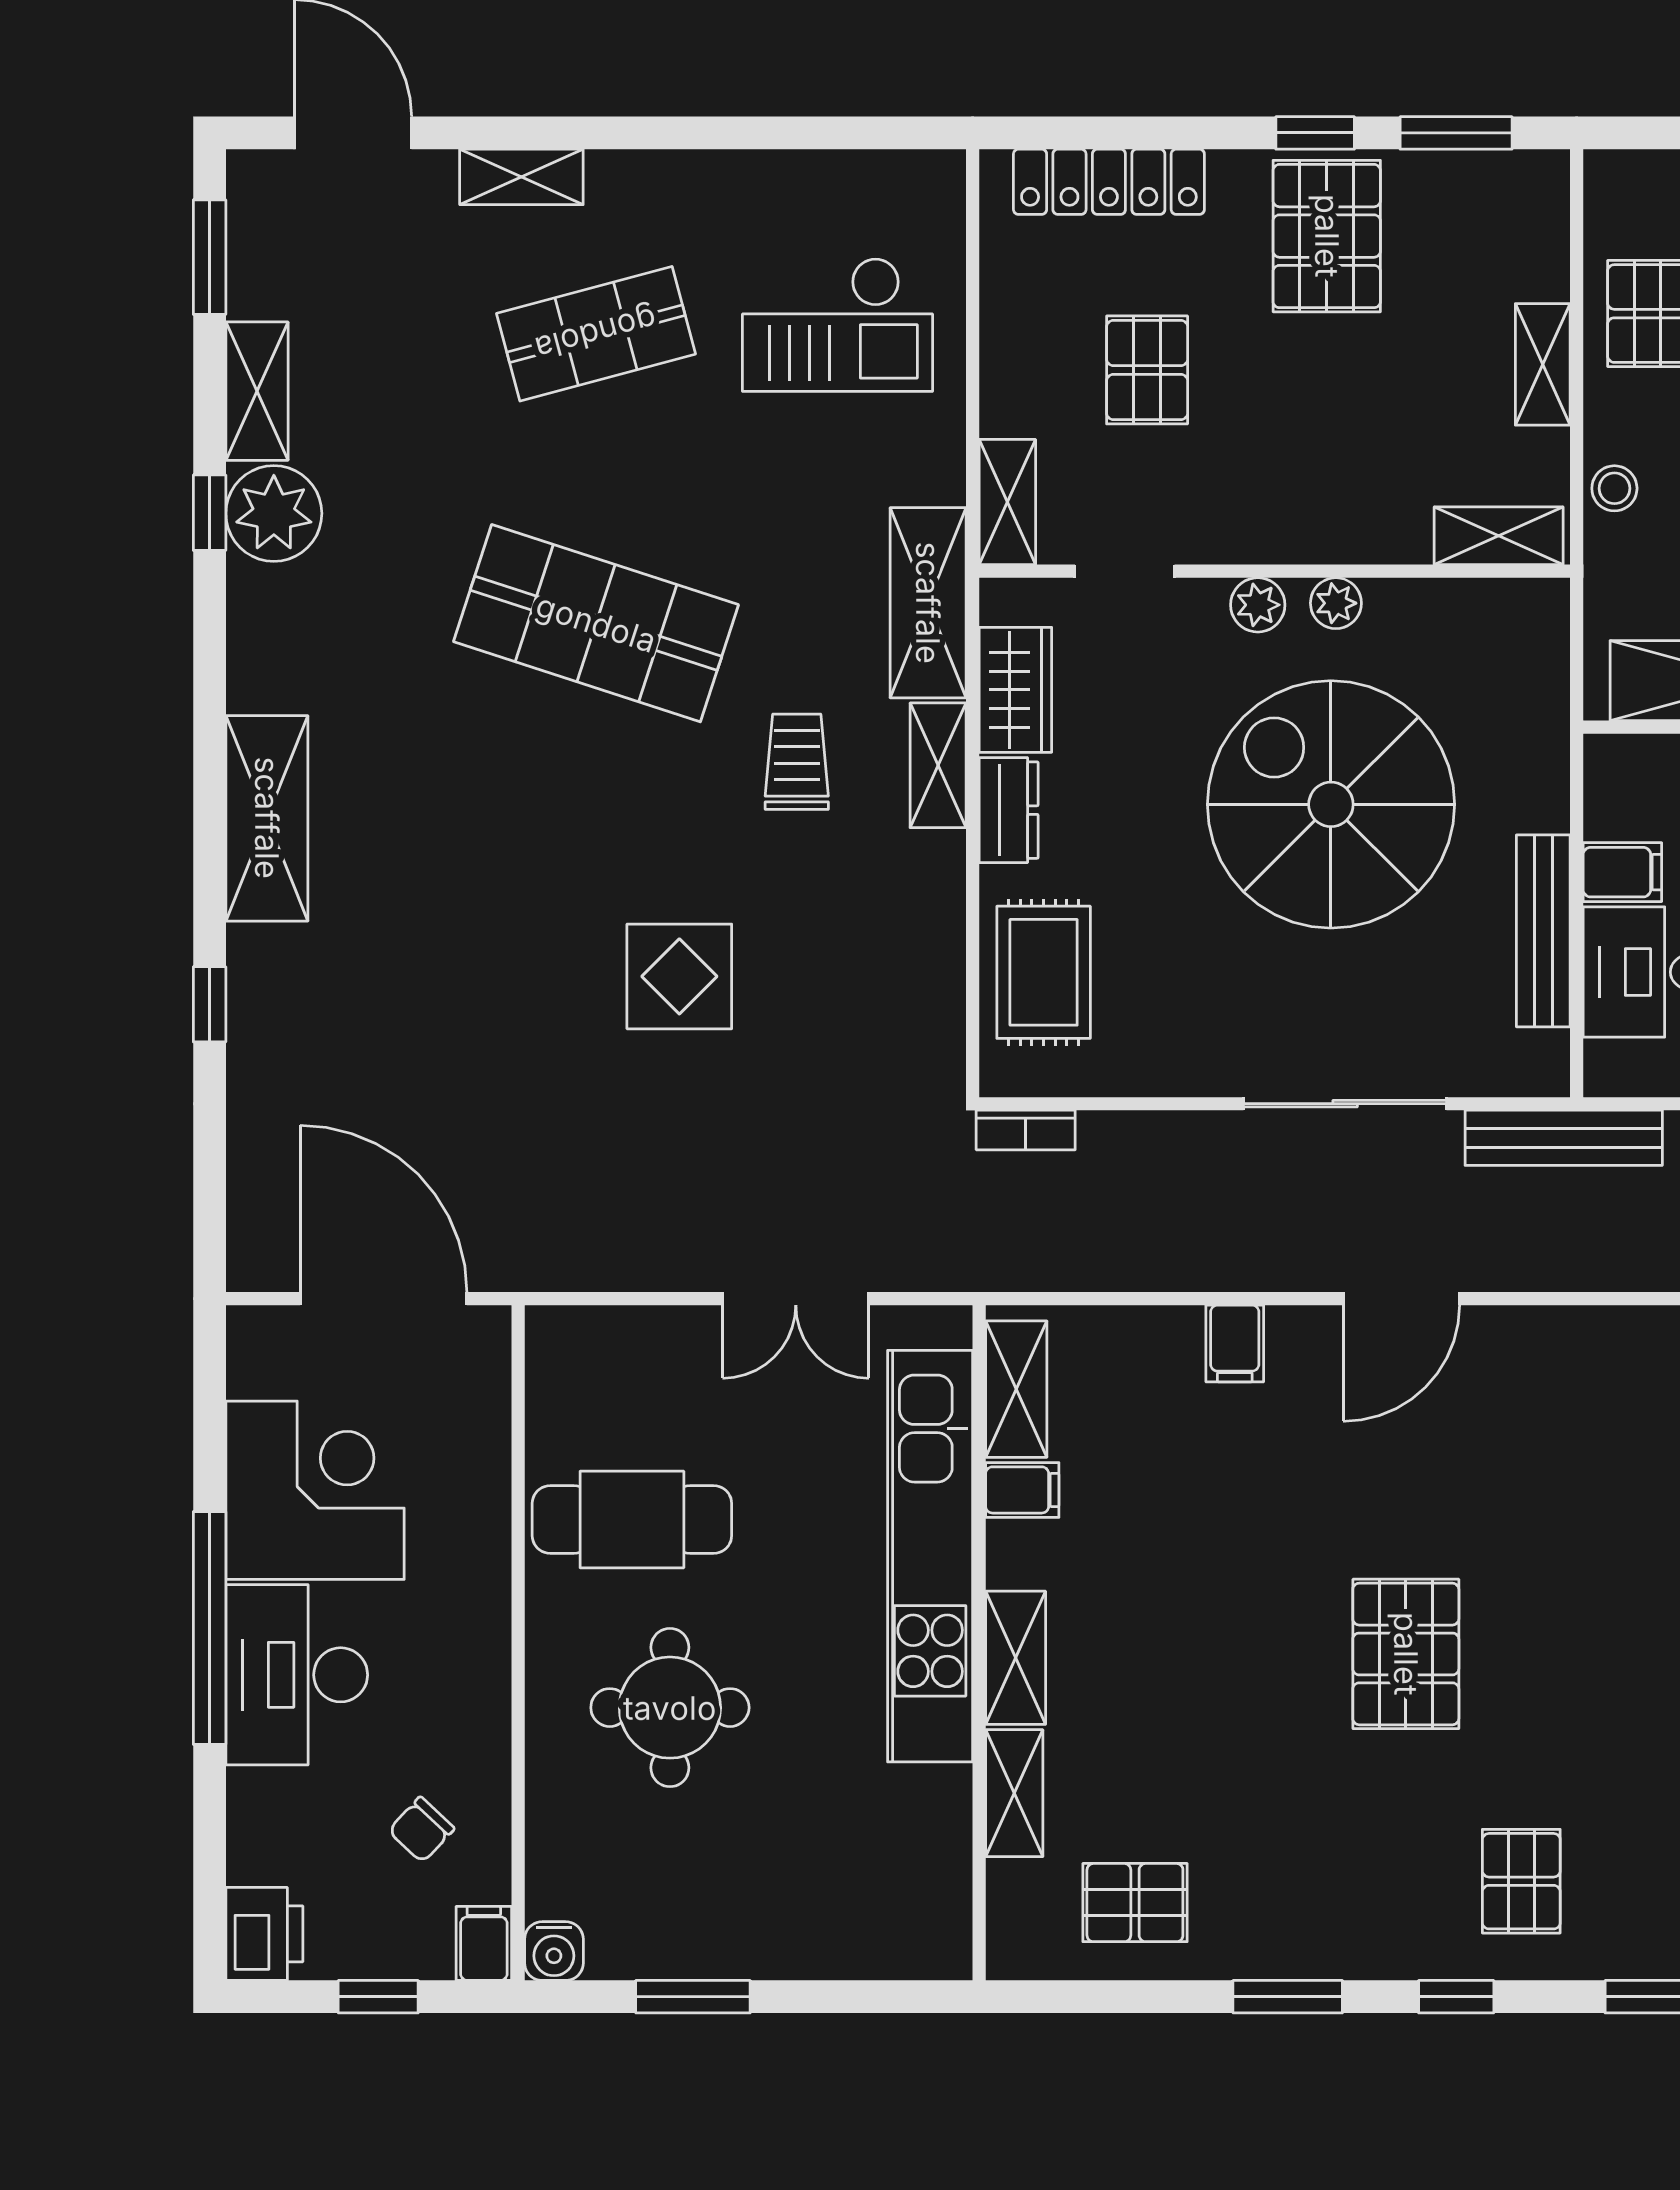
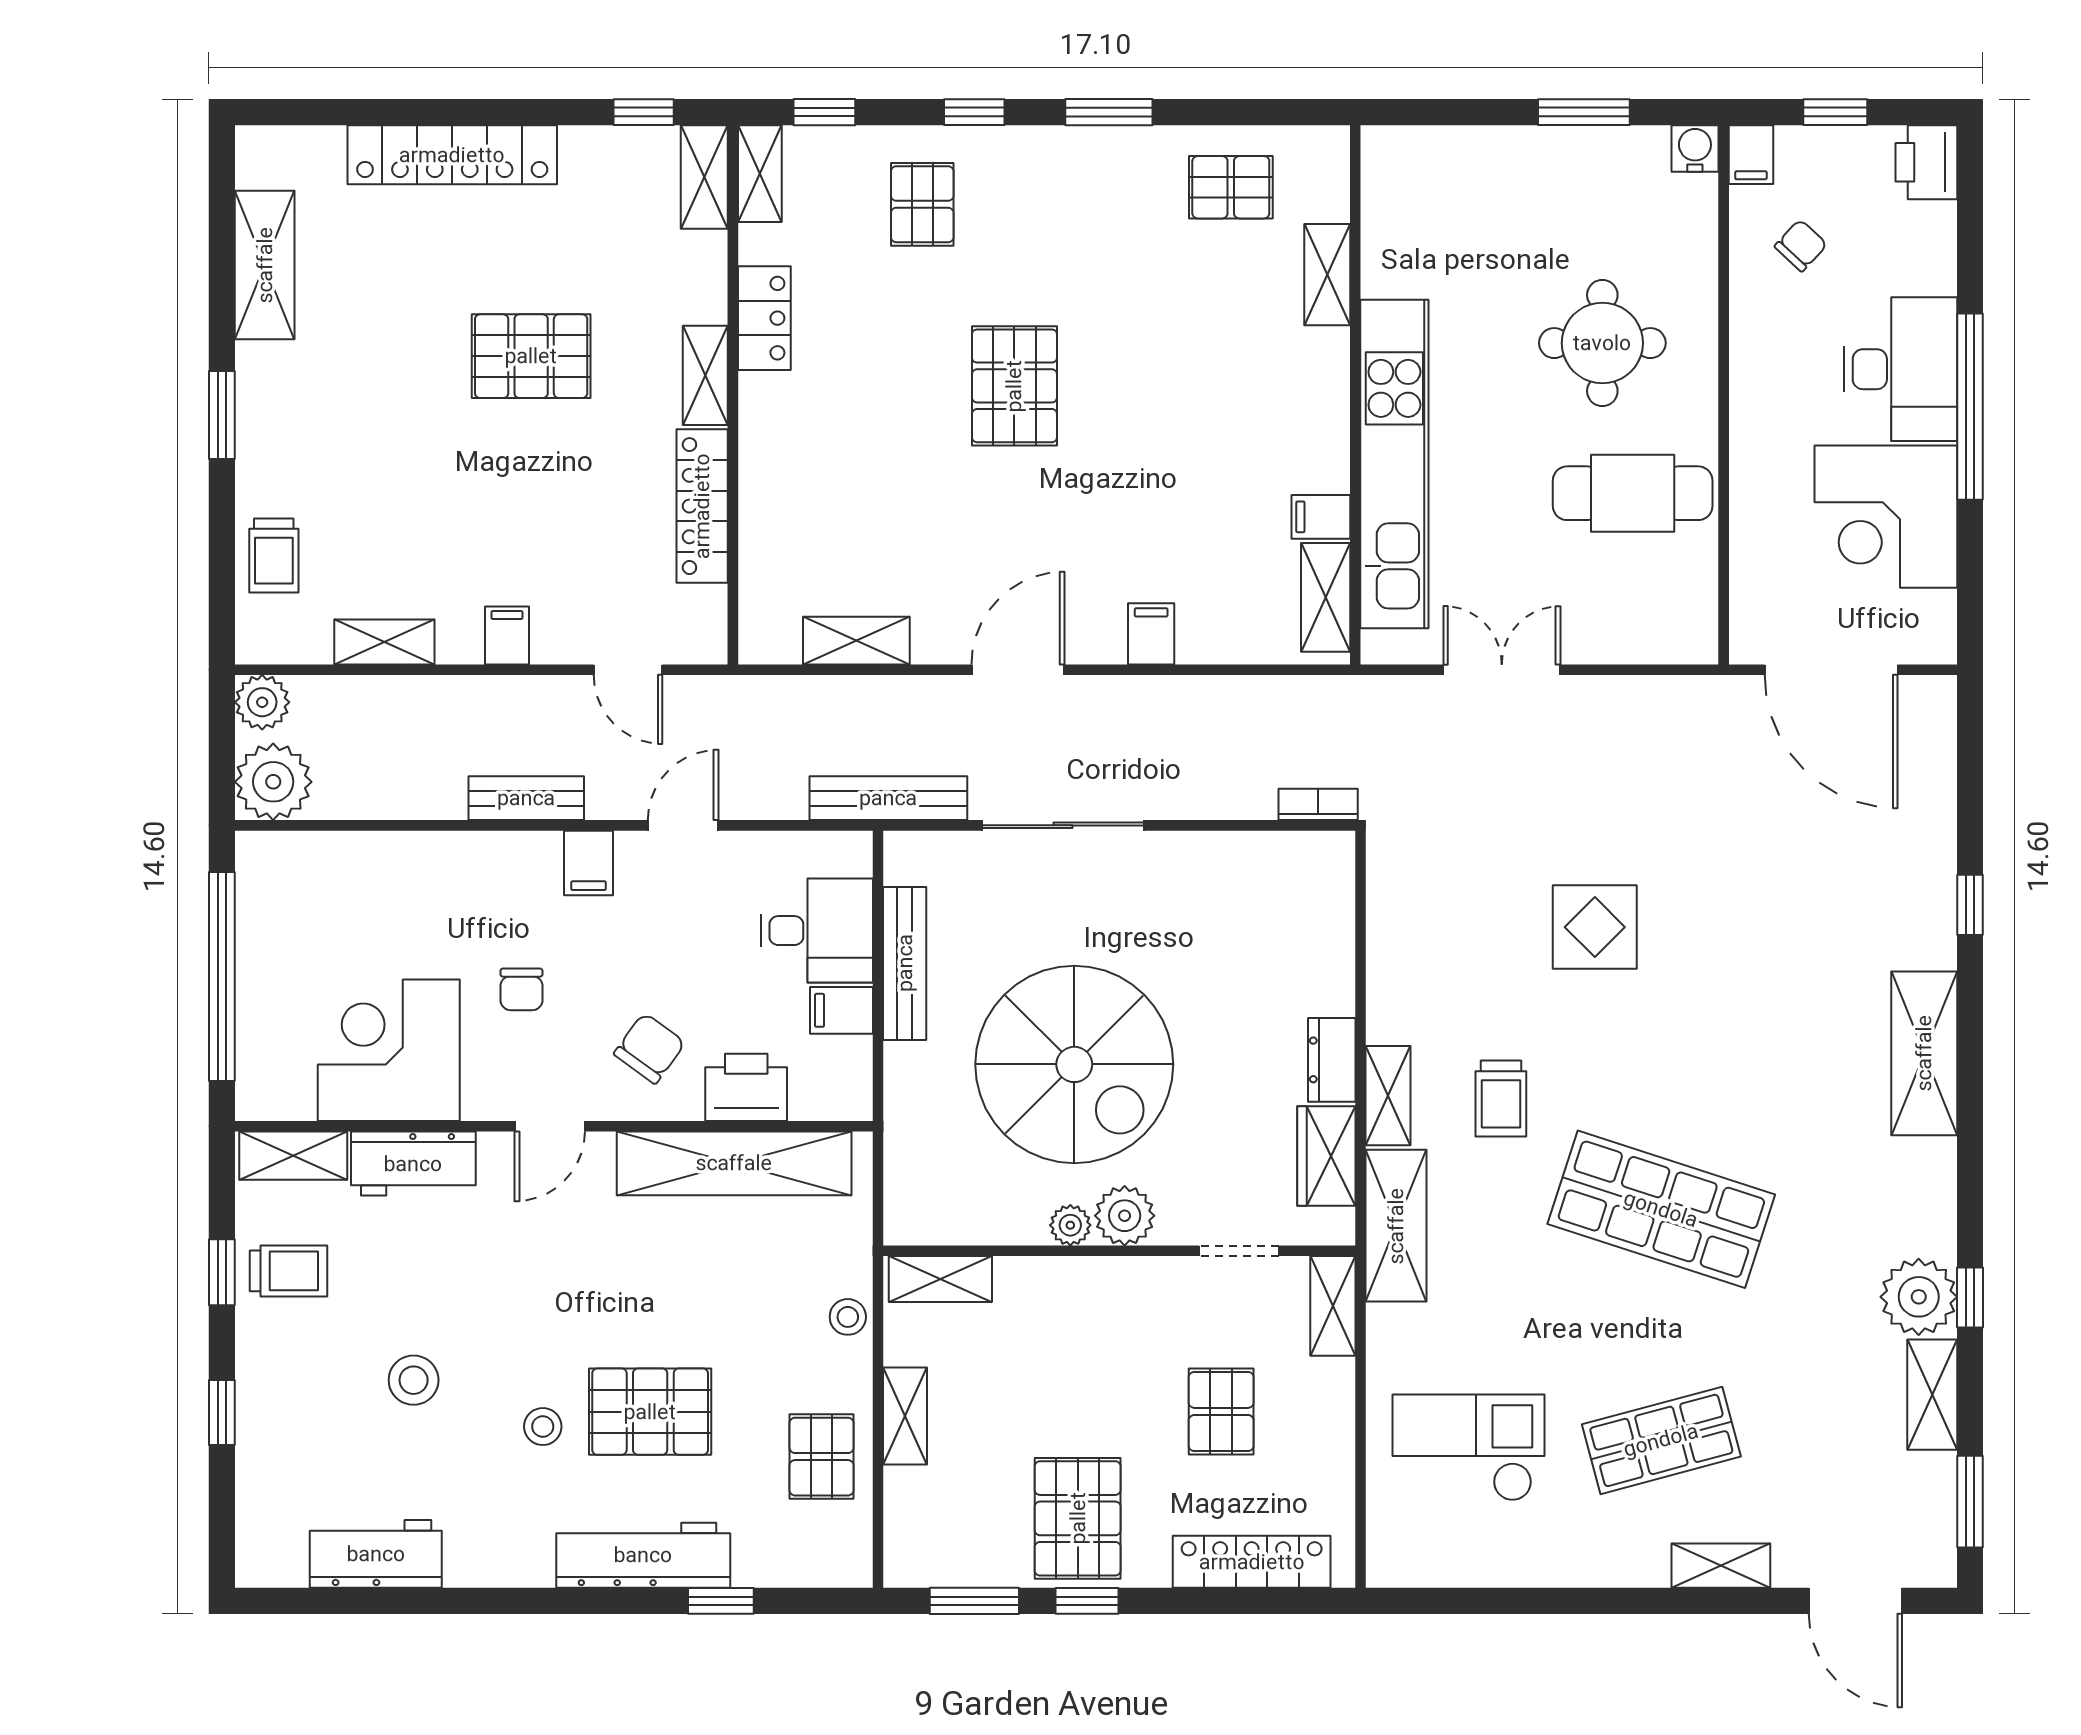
plant: (1258, 605) -> (1125, 1216), width x1.38, depth x1.38
rug: (1044, 972) -> (1304, 930), removed
shelving: (1016, 1658) -> (856, 641), moved, turned 90

